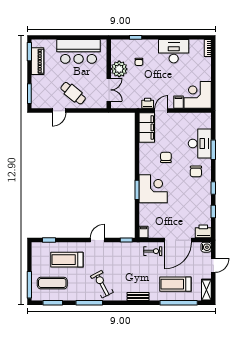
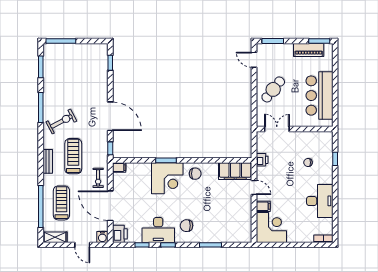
plant: (119, 69) -> (300, 141), removed
double door: (109, 90) -> (277, 129), swing flipped
printer: (148, 103) -> (262, 160), moved
door: (59, 111) -> (254, 60), moved
desk: (200, 143) -> (158, 230), moved
chair: (166, 157) -> (195, 174), moved
door: (97, 240) -> (110, 116), width x1.87
treadmill: (67, 260) -> (73, 156), moved
exercise mat: (52, 283) -> (63, 66), removed

